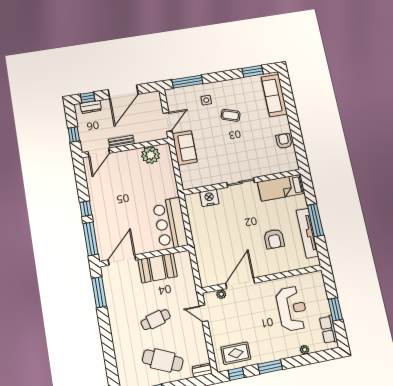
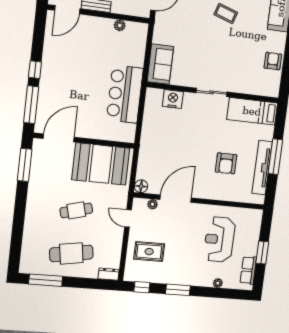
sofa: (185, 148) -> (160, 64), moved
plant: (151, 155) -> (120, 25), width x0.53, depth x0.53
bar counter: (170, 224) -> (125, 94), moved
booth: (158, 268) -> (101, 164), width x1.36, depth x1.42
floor lamp: (206, 281) -> (141, 186), added
reception desk: (292, 309) -> (219, 239), turned 180
rug: (236, 353) -> (149, 252), moved
cafe table: (163, 360) -> (71, 253), turned -33

